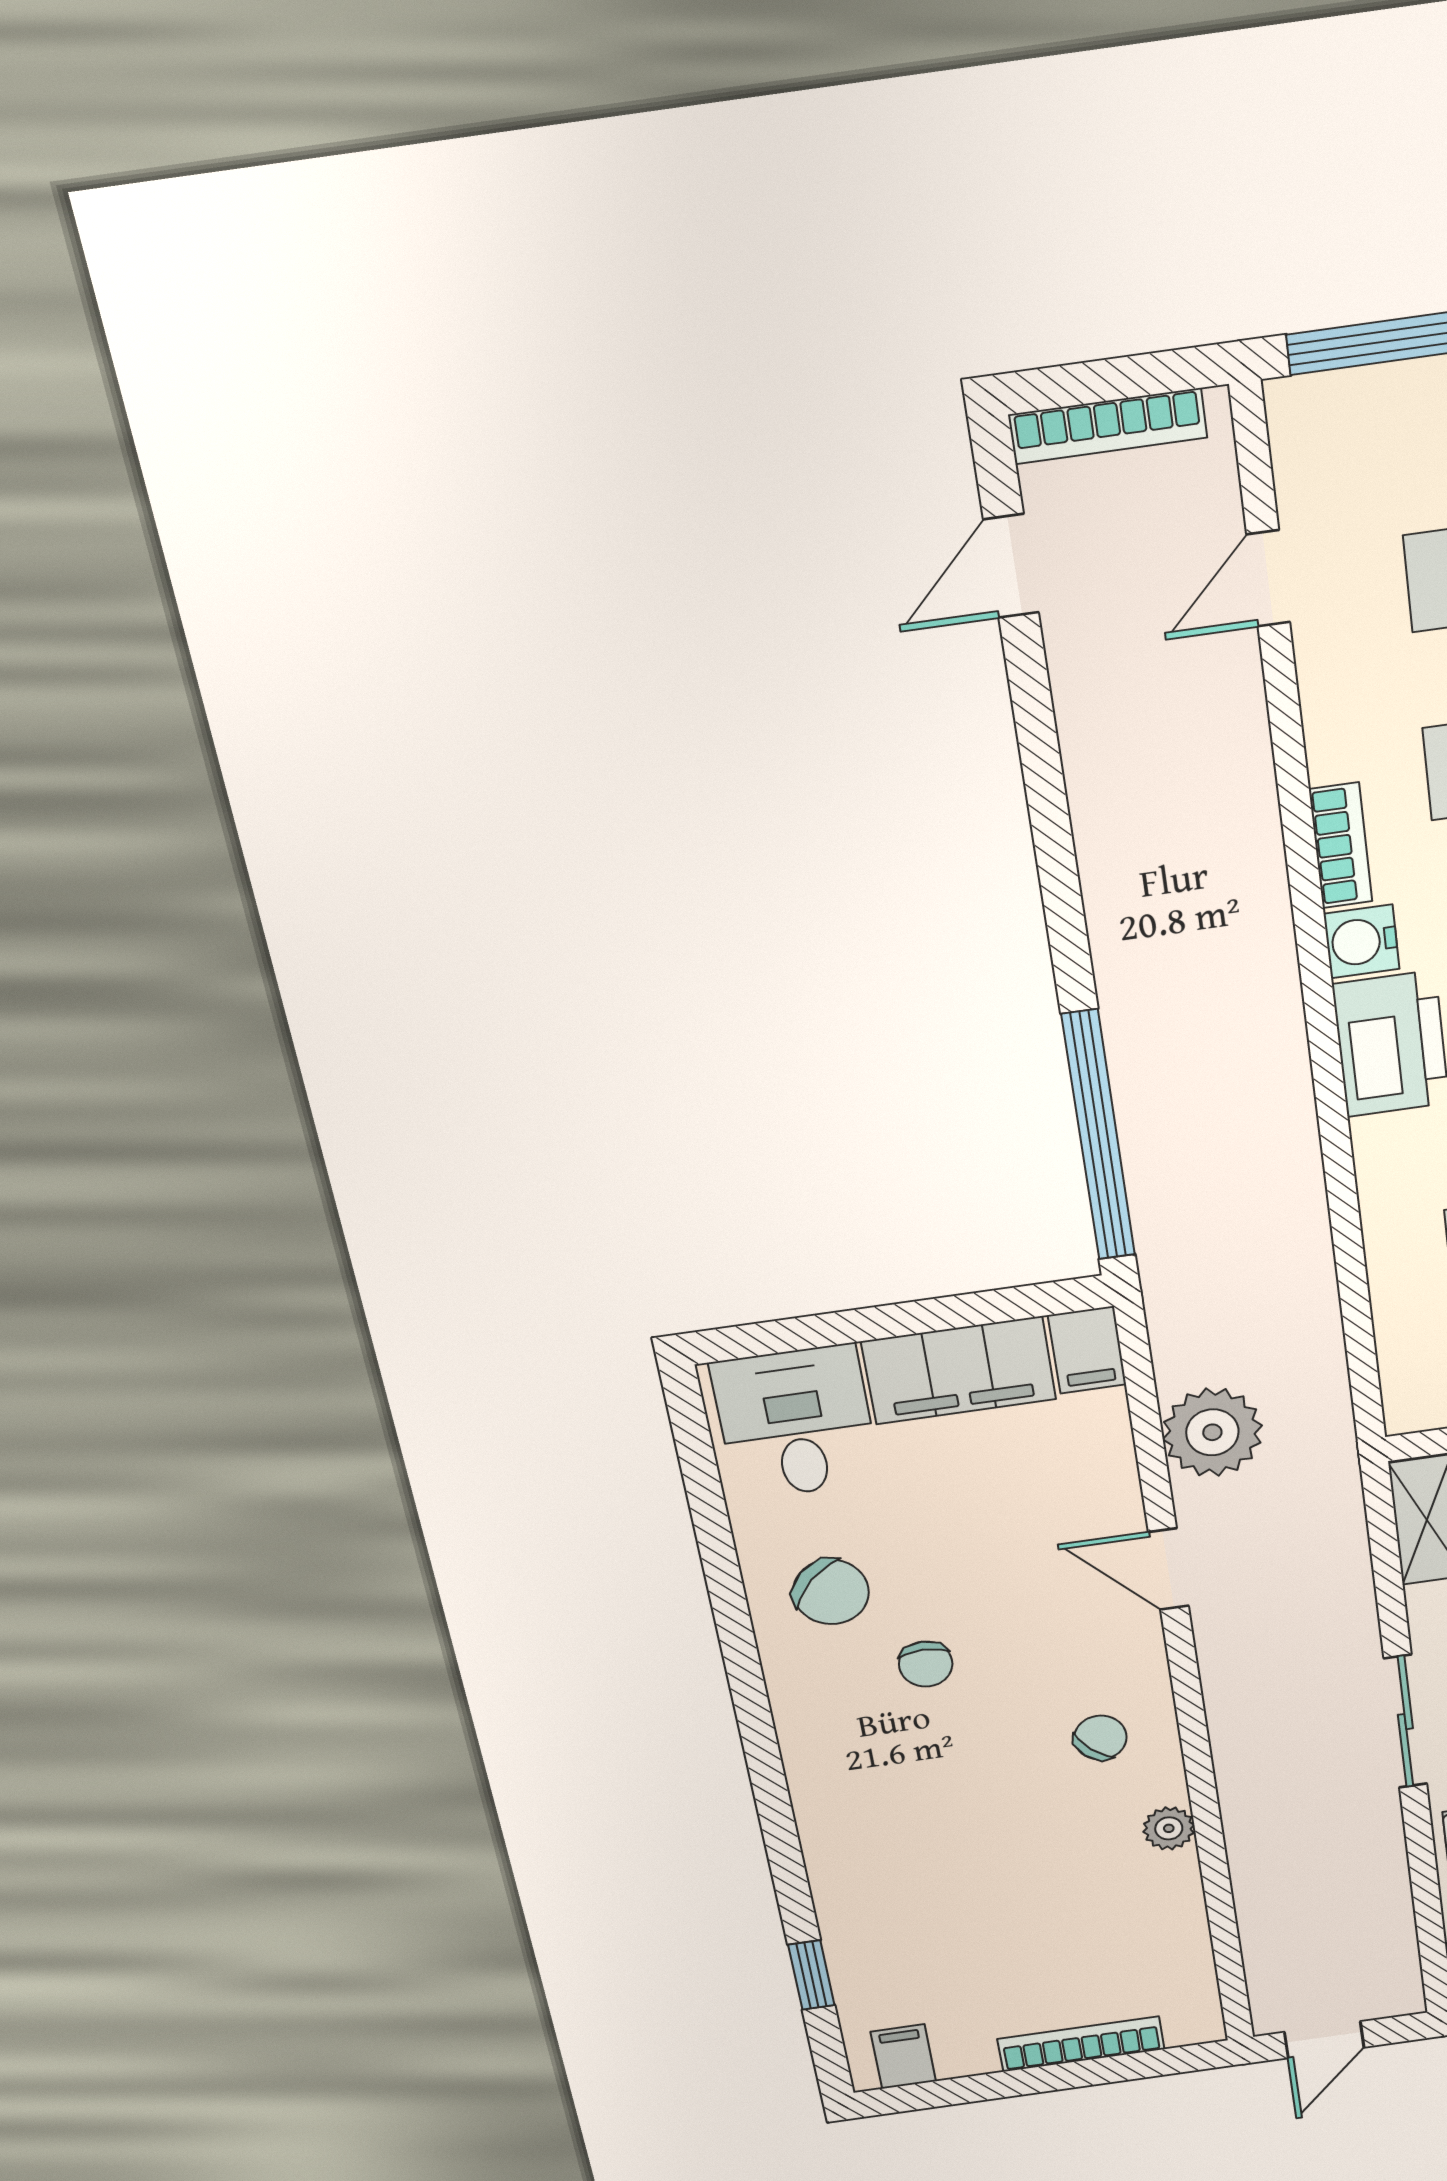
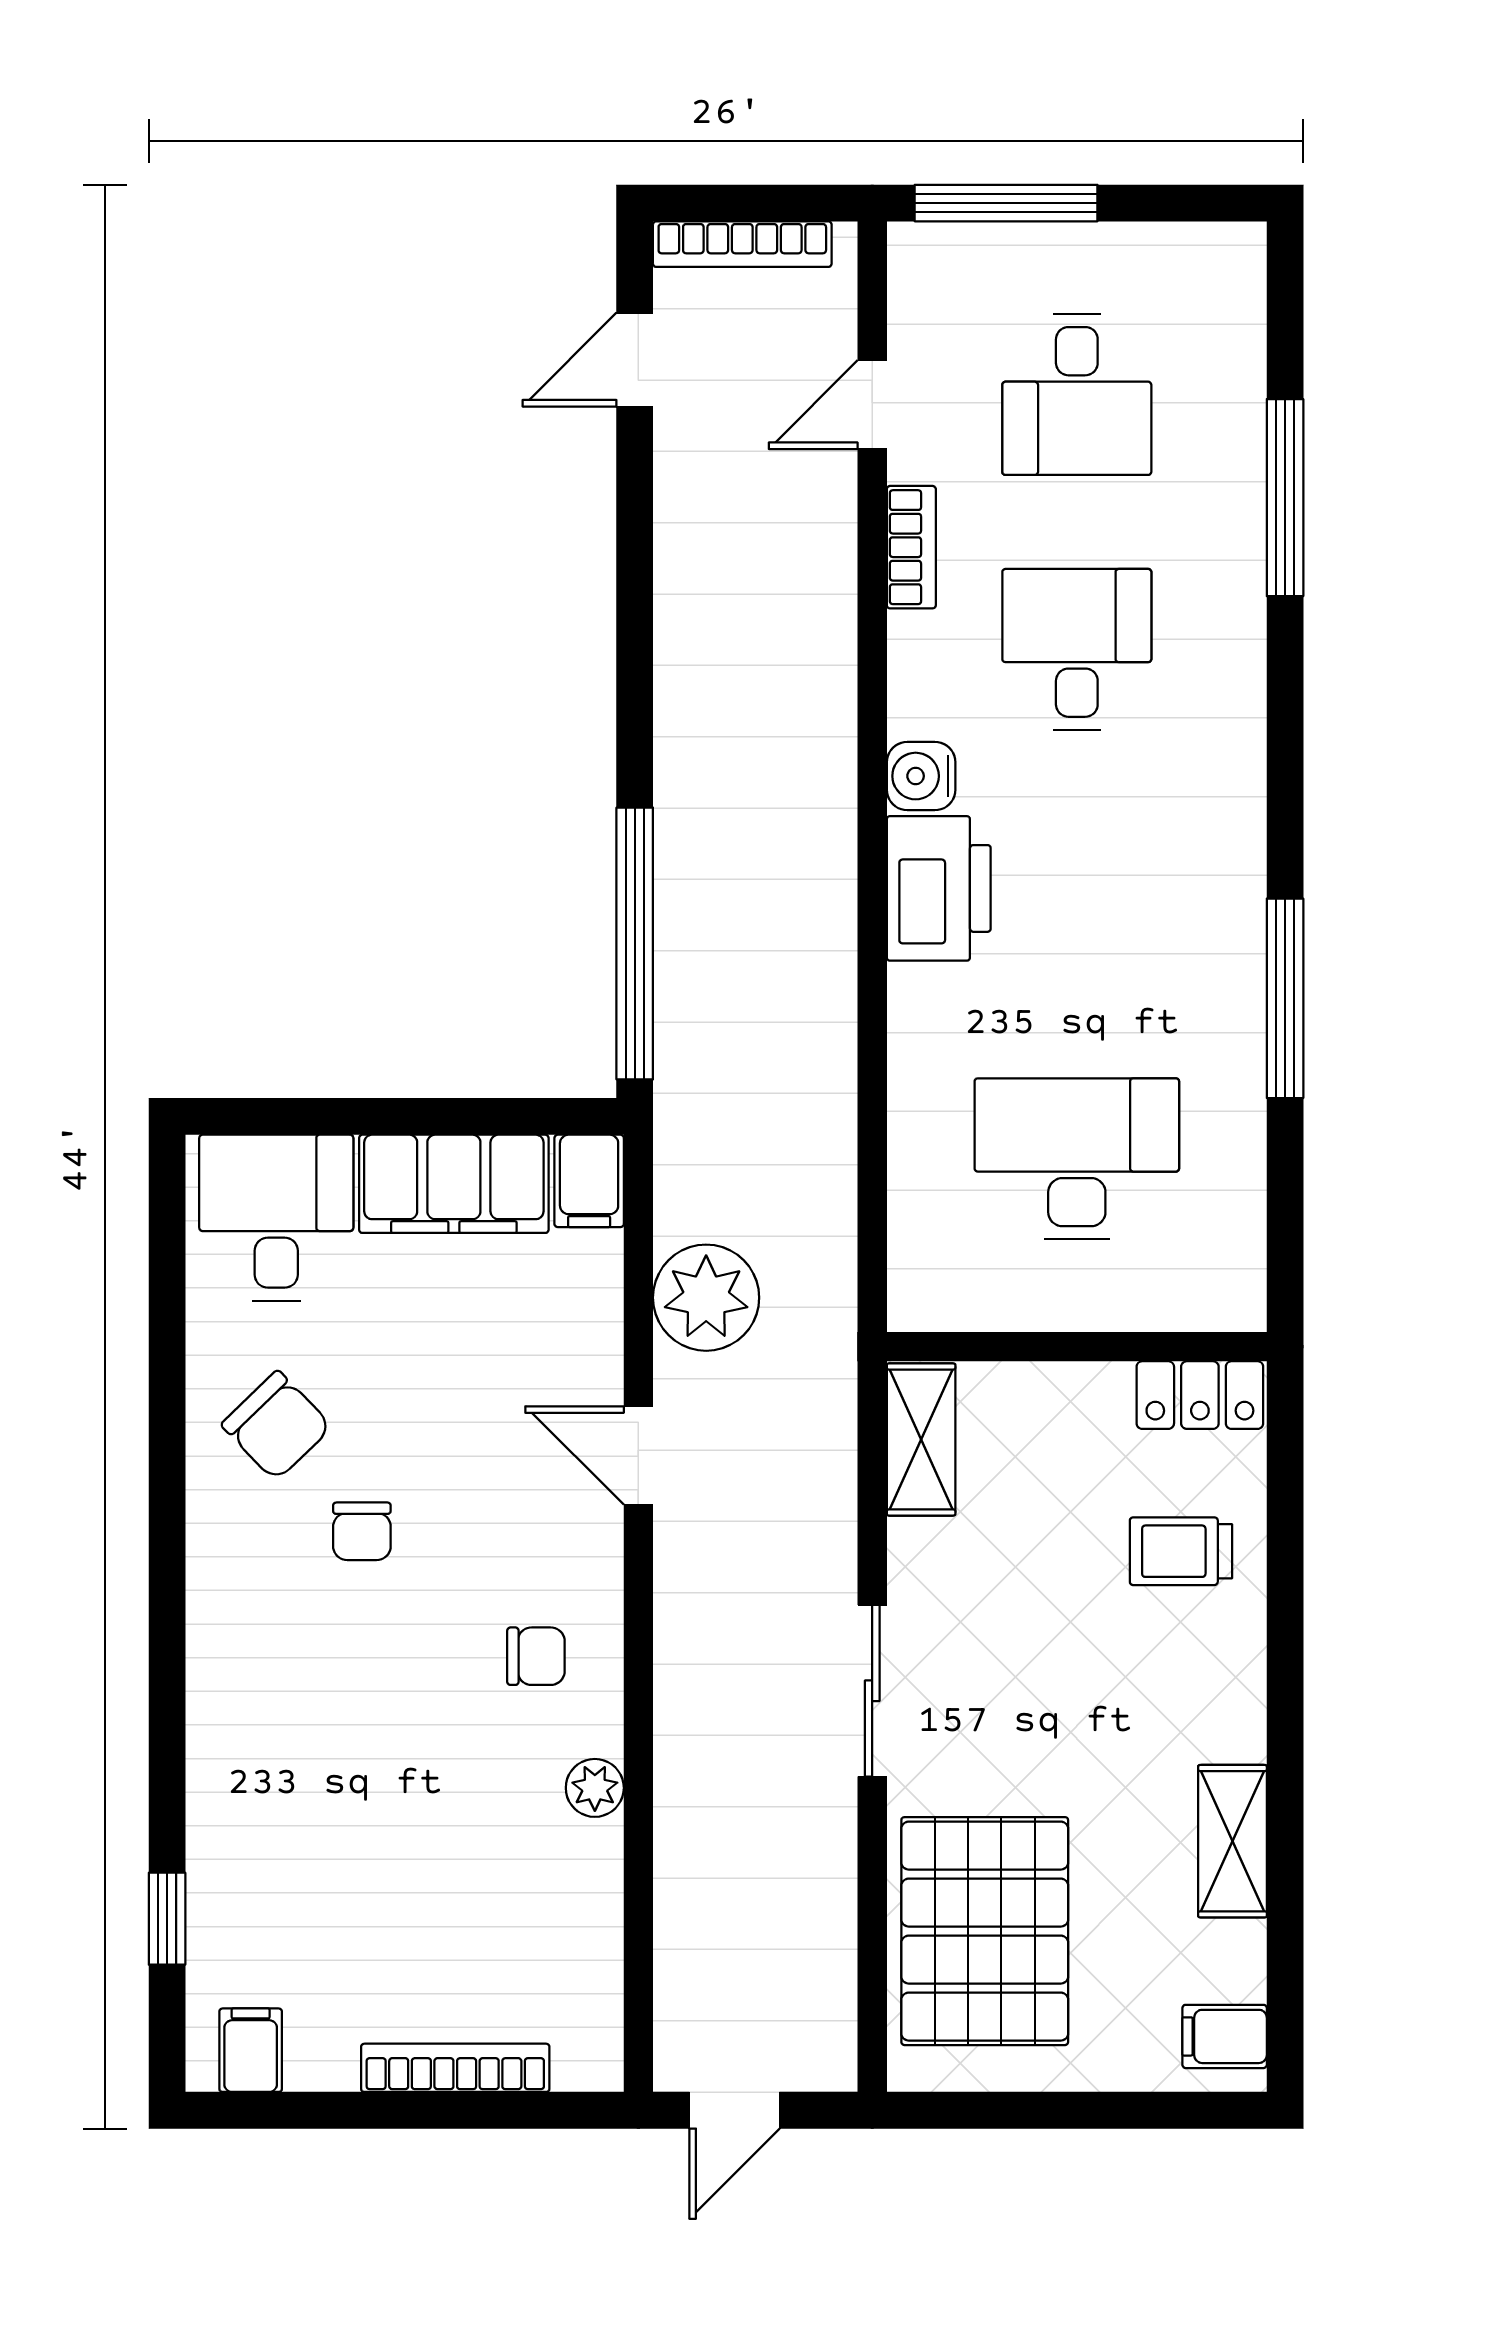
bookcase: (1341, 845) -> (911, 547), moved
chair: (1100, 1738) -> (536, 1656), turned 46

